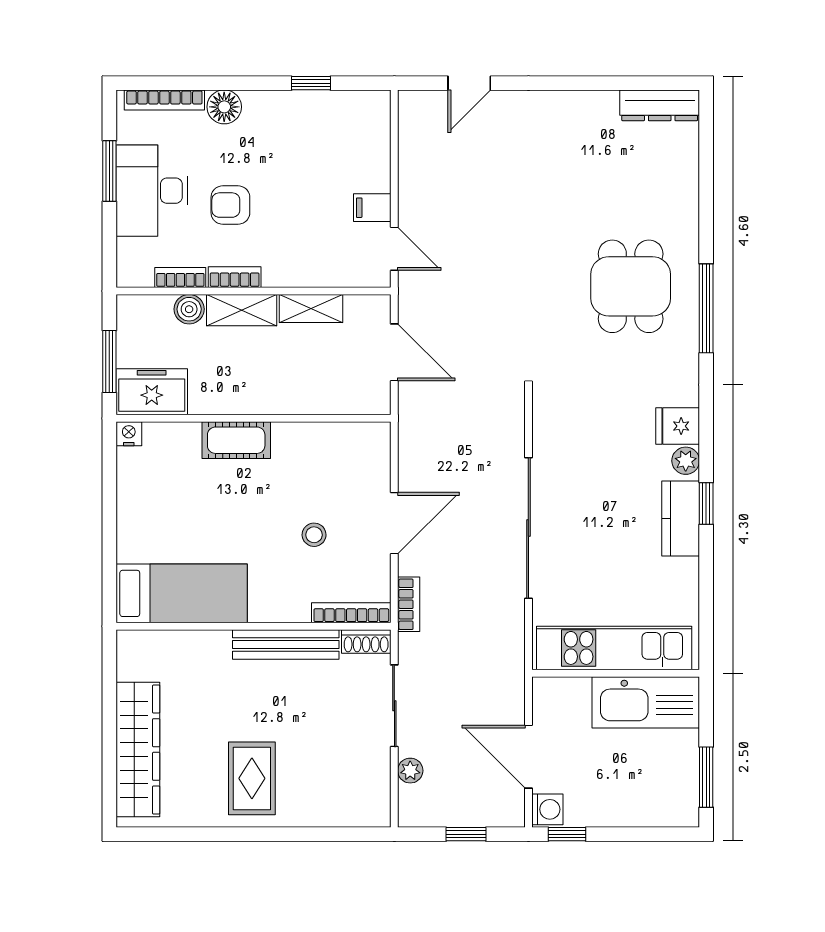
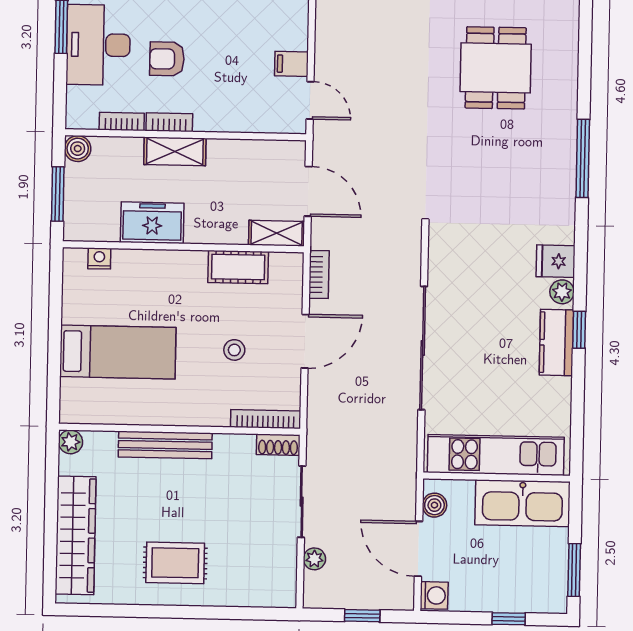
dining table: (631, 286) -> (496, 68), moved
shelving: (311, 308) -> (277, 233), moved
boiler: (189, 309) -> (78, 149), moved
freezer: (152, 392) -> (152, 223), moved
nightstand: (129, 434) -> (99, 258), moved
cot: (236, 440) -> (238, 267), moved
bed: (182, 593) -> (118, 352), moved
bookcase: (409, 604) -> (319, 274), moved
plant: (130, 643) -> (70, 442), added
bench: (286, 644) -> (165, 445), moved
boiler: (546, 707) -> (434, 505), added
rug: (252, 778) -> (175, 563), turned 90
window: (567, 834) -> (509, 619), moved

